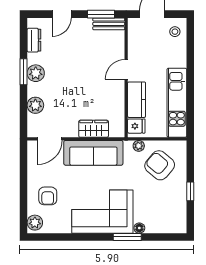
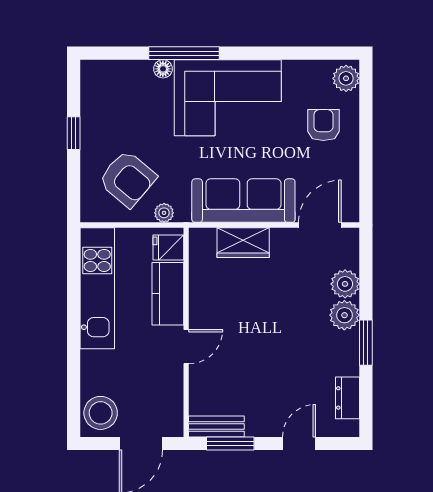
stool: (175, 32) -> (101, 413), width x1.89, depth x1.89
plant: (36, 73) -> (344, 315), moved
window: (127, 237) -> (184, 53), width x1.44

